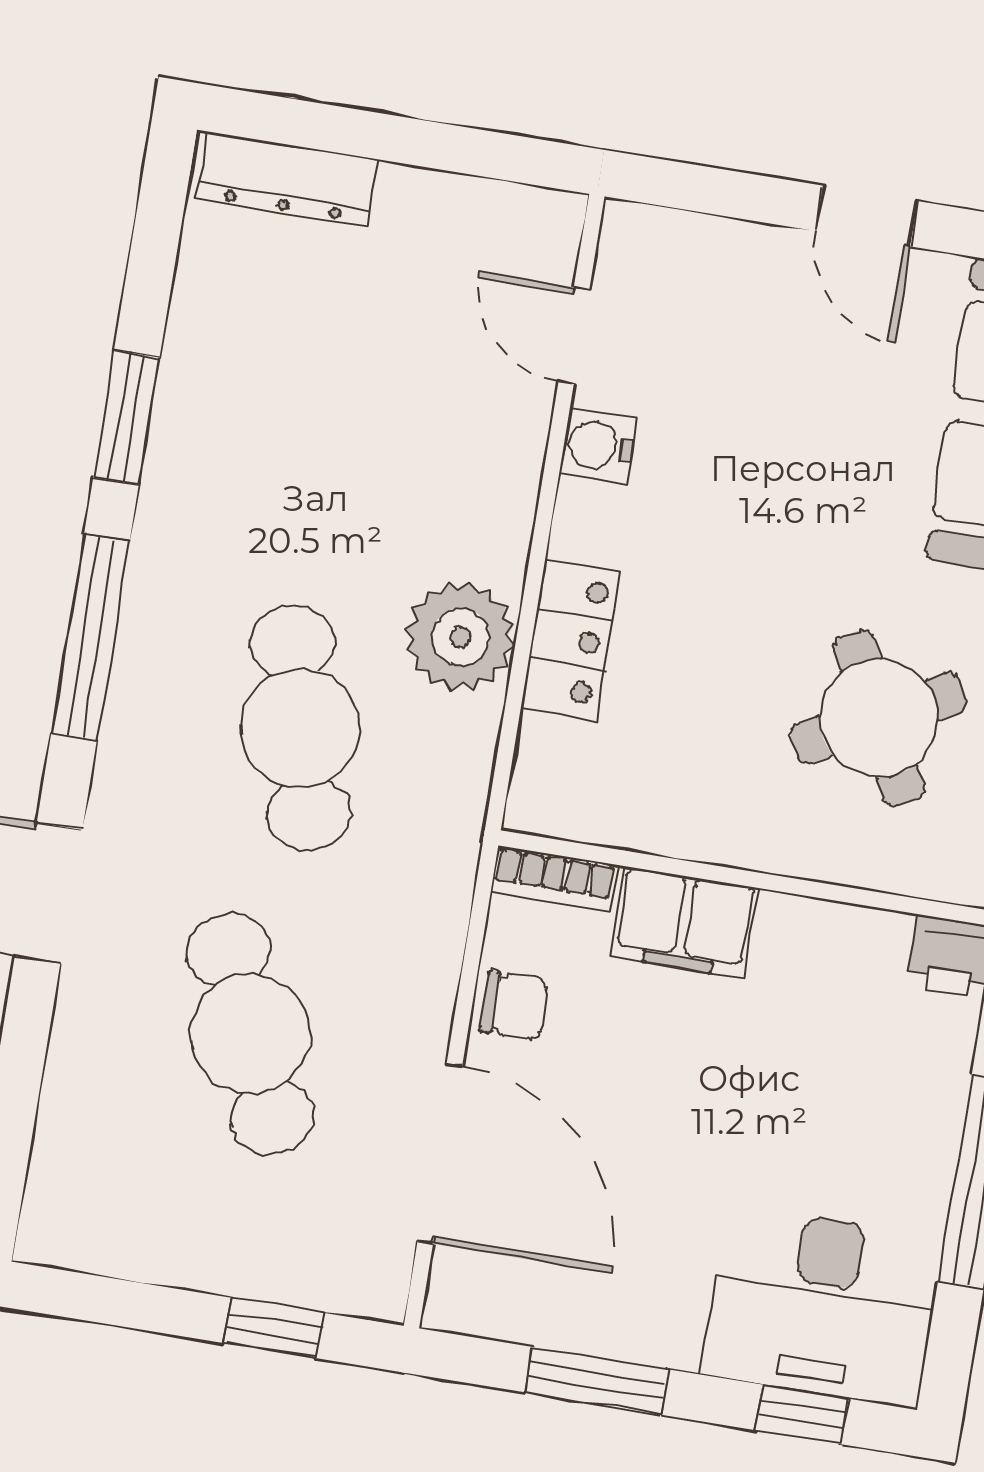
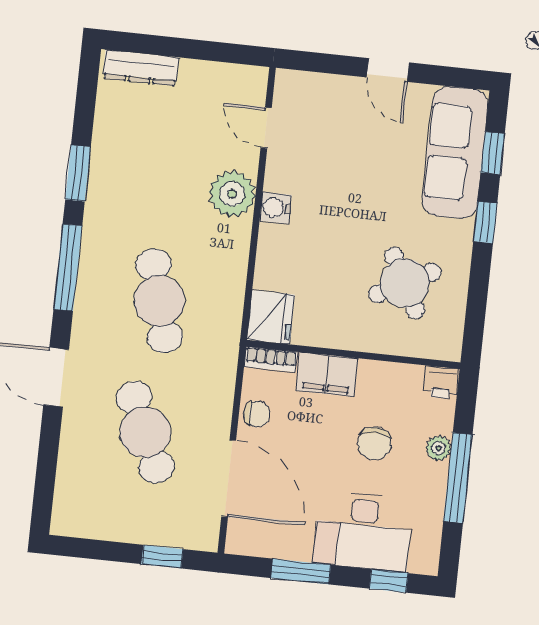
water cooler: (598, 445) -> (275, 208), moved
plant: (461, 637) -> (232, 194), moved
locker: (570, 640) -> (272, 257), removed
fridge: (560, 781) -> (271, 317), added
chair: (786, 1090) -> (374, 444), added
plant: (936, 1110) -> (439, 448), added
desk: (822, 1306) -> (363, 531), moved

